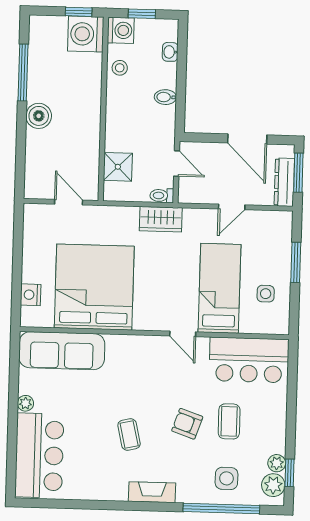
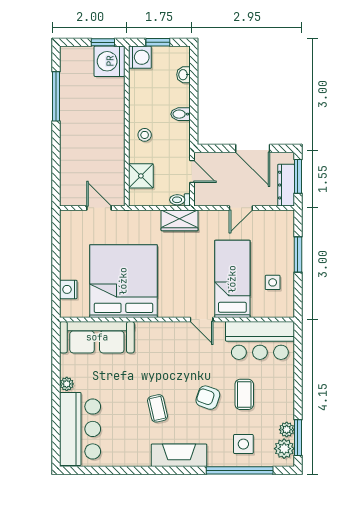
stool: (120, 68) -> (145, 135), moved
boiler: (39, 116) -> (71, 134), removed
window: (289, 473) -> (298, 438), width x1.50
fireplace: (152, 492) -> (179, 455), width x1.37, depth x1.32

